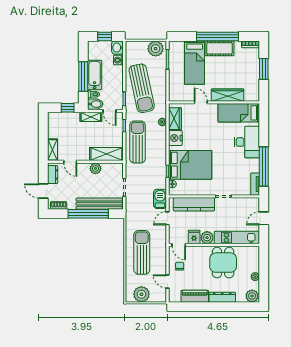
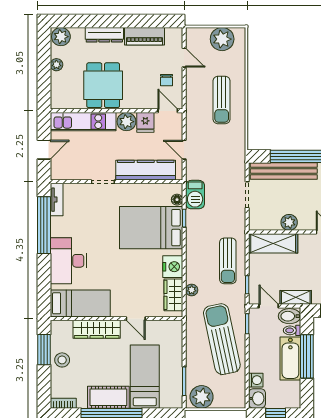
window: (264, 69) -> (44, 350), moved
stool: (251, 74) -> (62, 360), added
sun lounger: (137, 142) -> (228, 261), width x0.73, depth x0.75
barbecue: (160, 199) -> (195, 195), moved
door: (168, 218) -> (184, 150), swing flipped
sun lounger: (142, 252) -> (222, 100), width x0.73, depth x0.75

